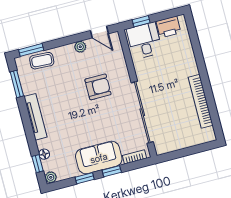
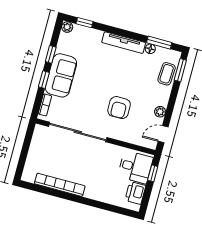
floor lamp: (44, 154) -> (150, 49), moved

